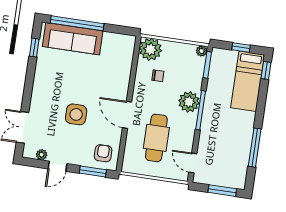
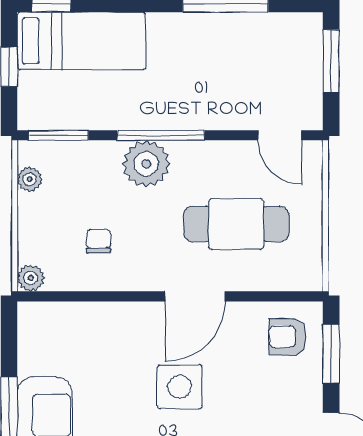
plant: (150, 49) -> (31, 278), width x0.53, depth x0.53
plant: (202, 51) -> (30, 179), moved
side table: (76, 114) -> (180, 387), moved
door: (193, 163) -> (280, 135), hinge flipped

